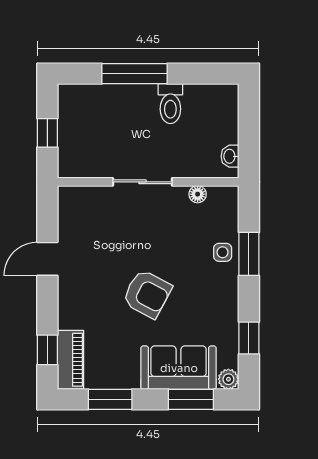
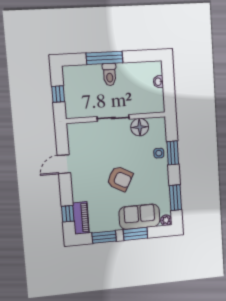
toilet: (170, 104) -> (110, 75), moved
washbasin: (230, 156) -> (158, 82), moved
floor lamp: (198, 194) -> (140, 127), width x1.89, depth x1.89
window: (249, 338) -> (175, 198), width x1.50
window: (191, 399) -> (136, 234), moved

